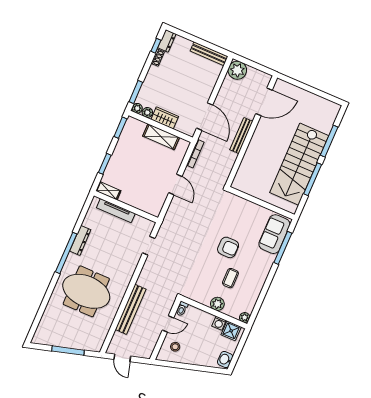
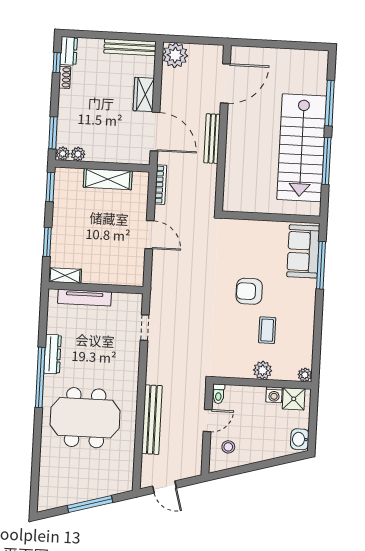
wardrobe: (165, 118) -> (144, 94), moved, turned -90
armchair: (228, 247) -> (249, 291), turned 180

